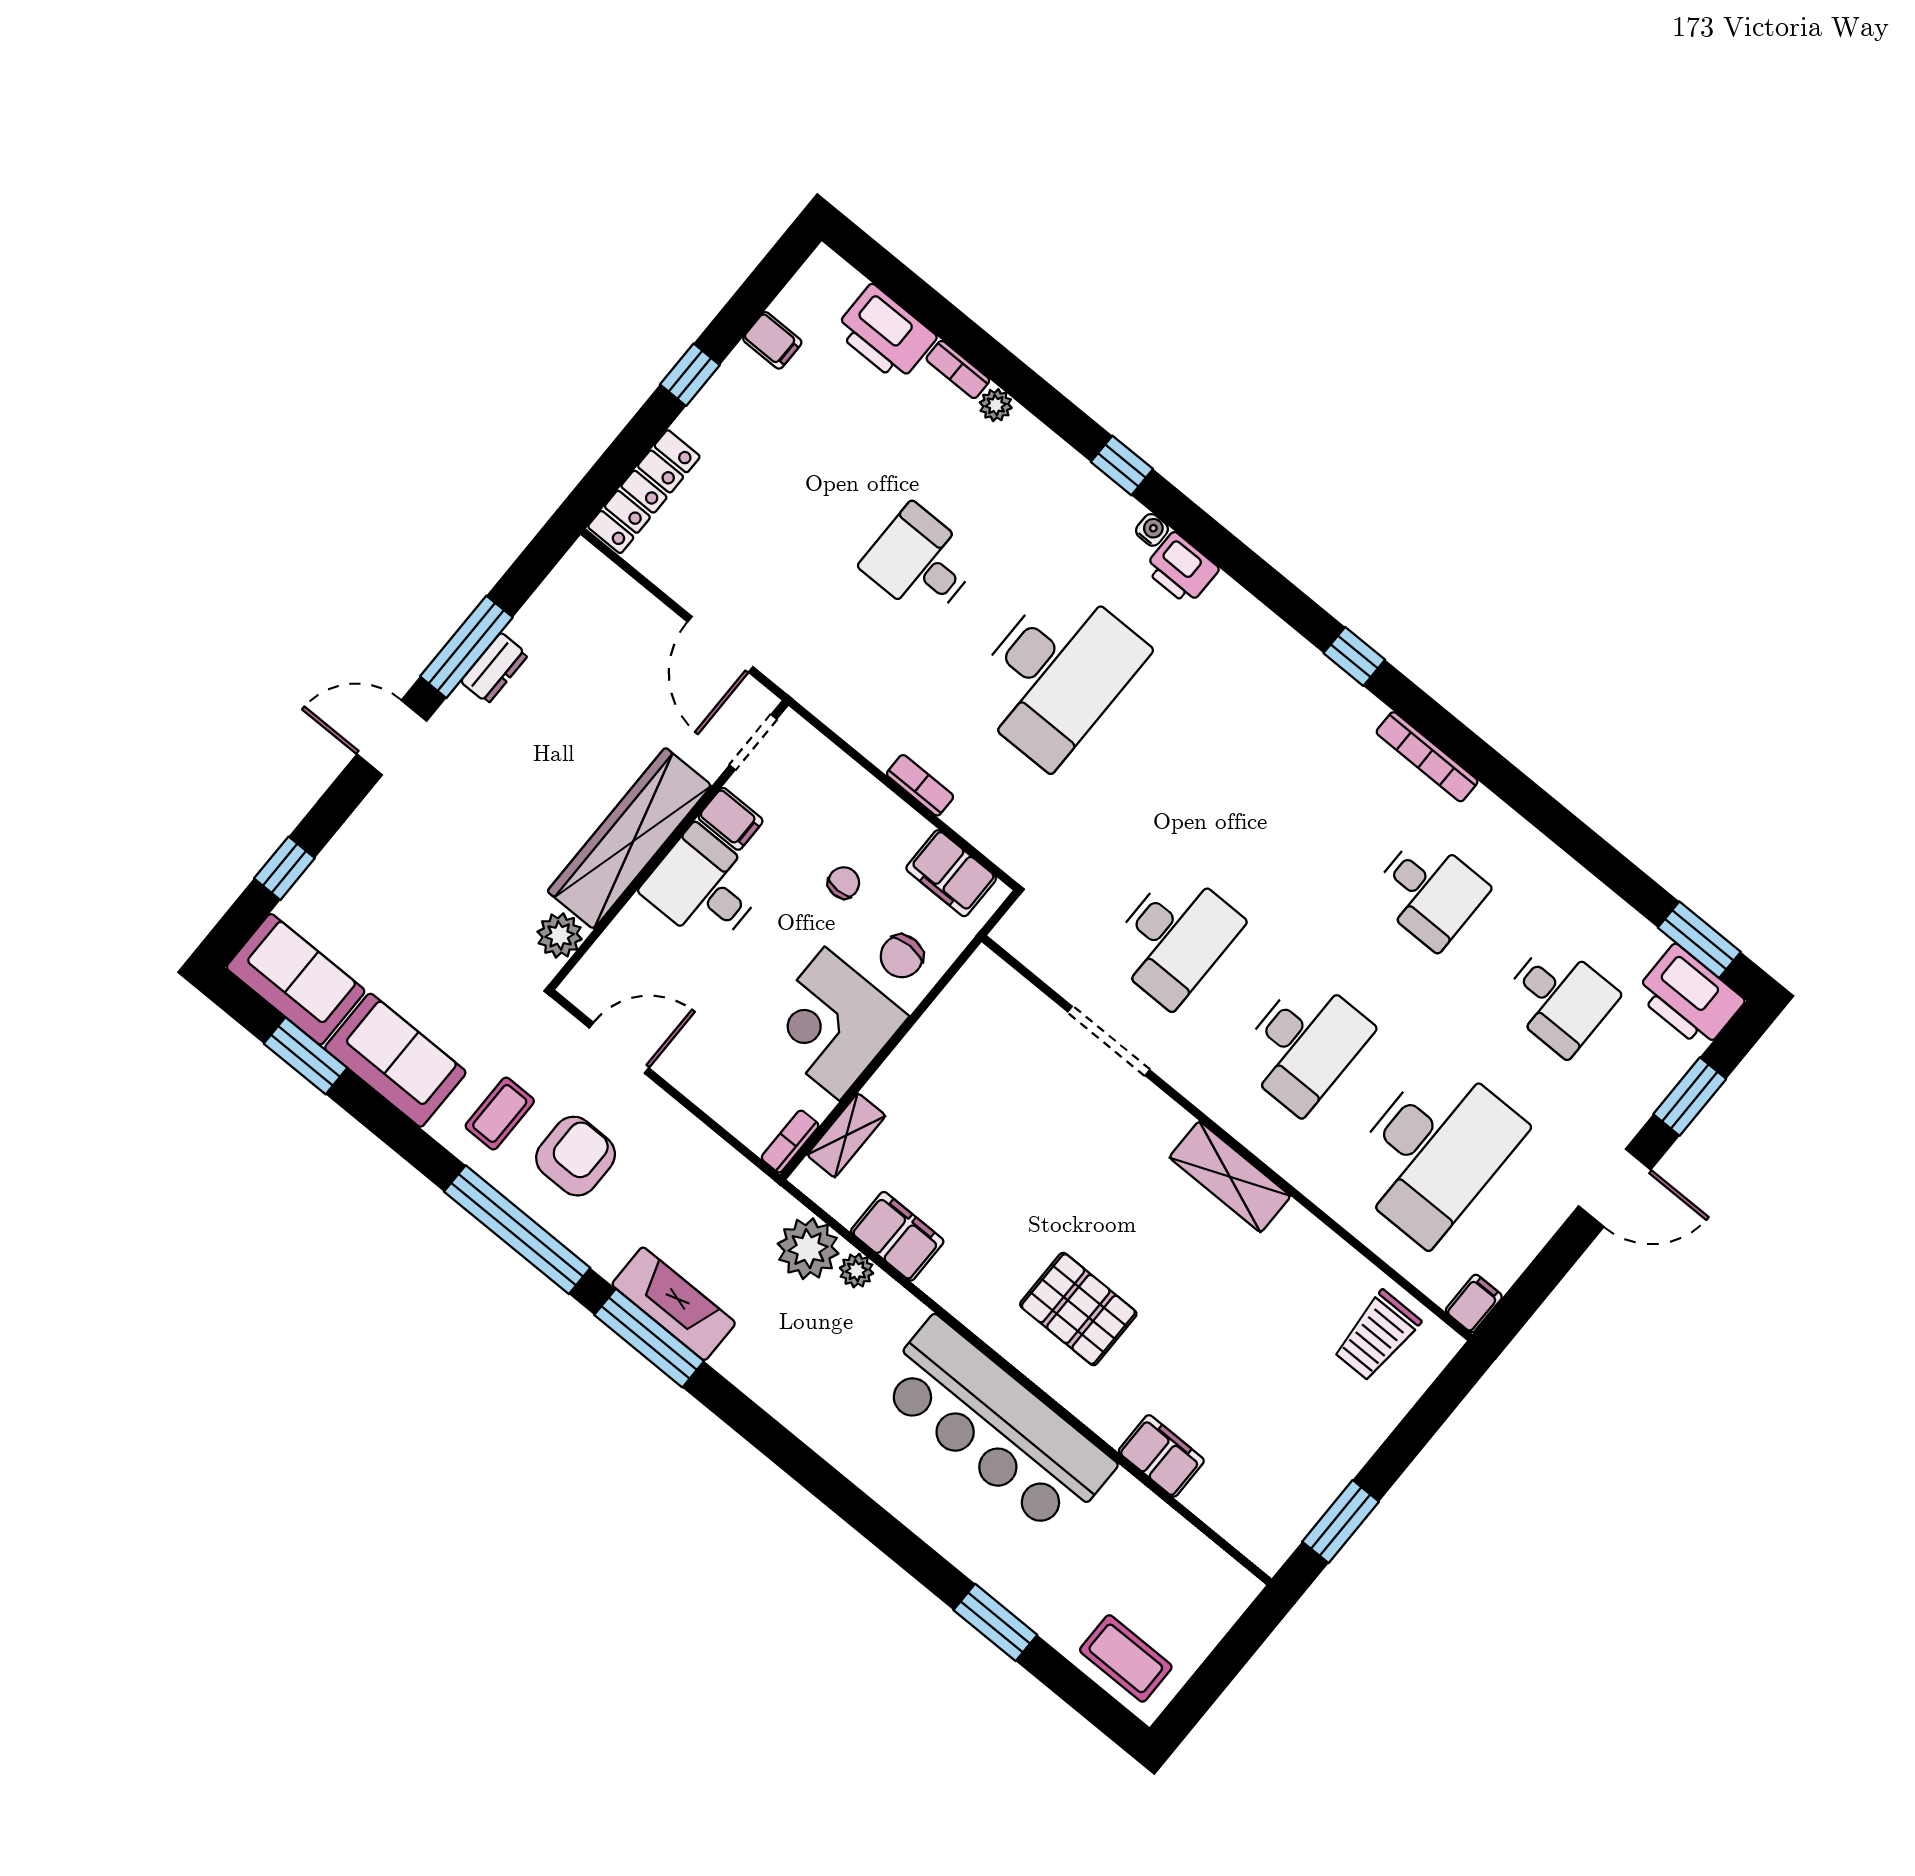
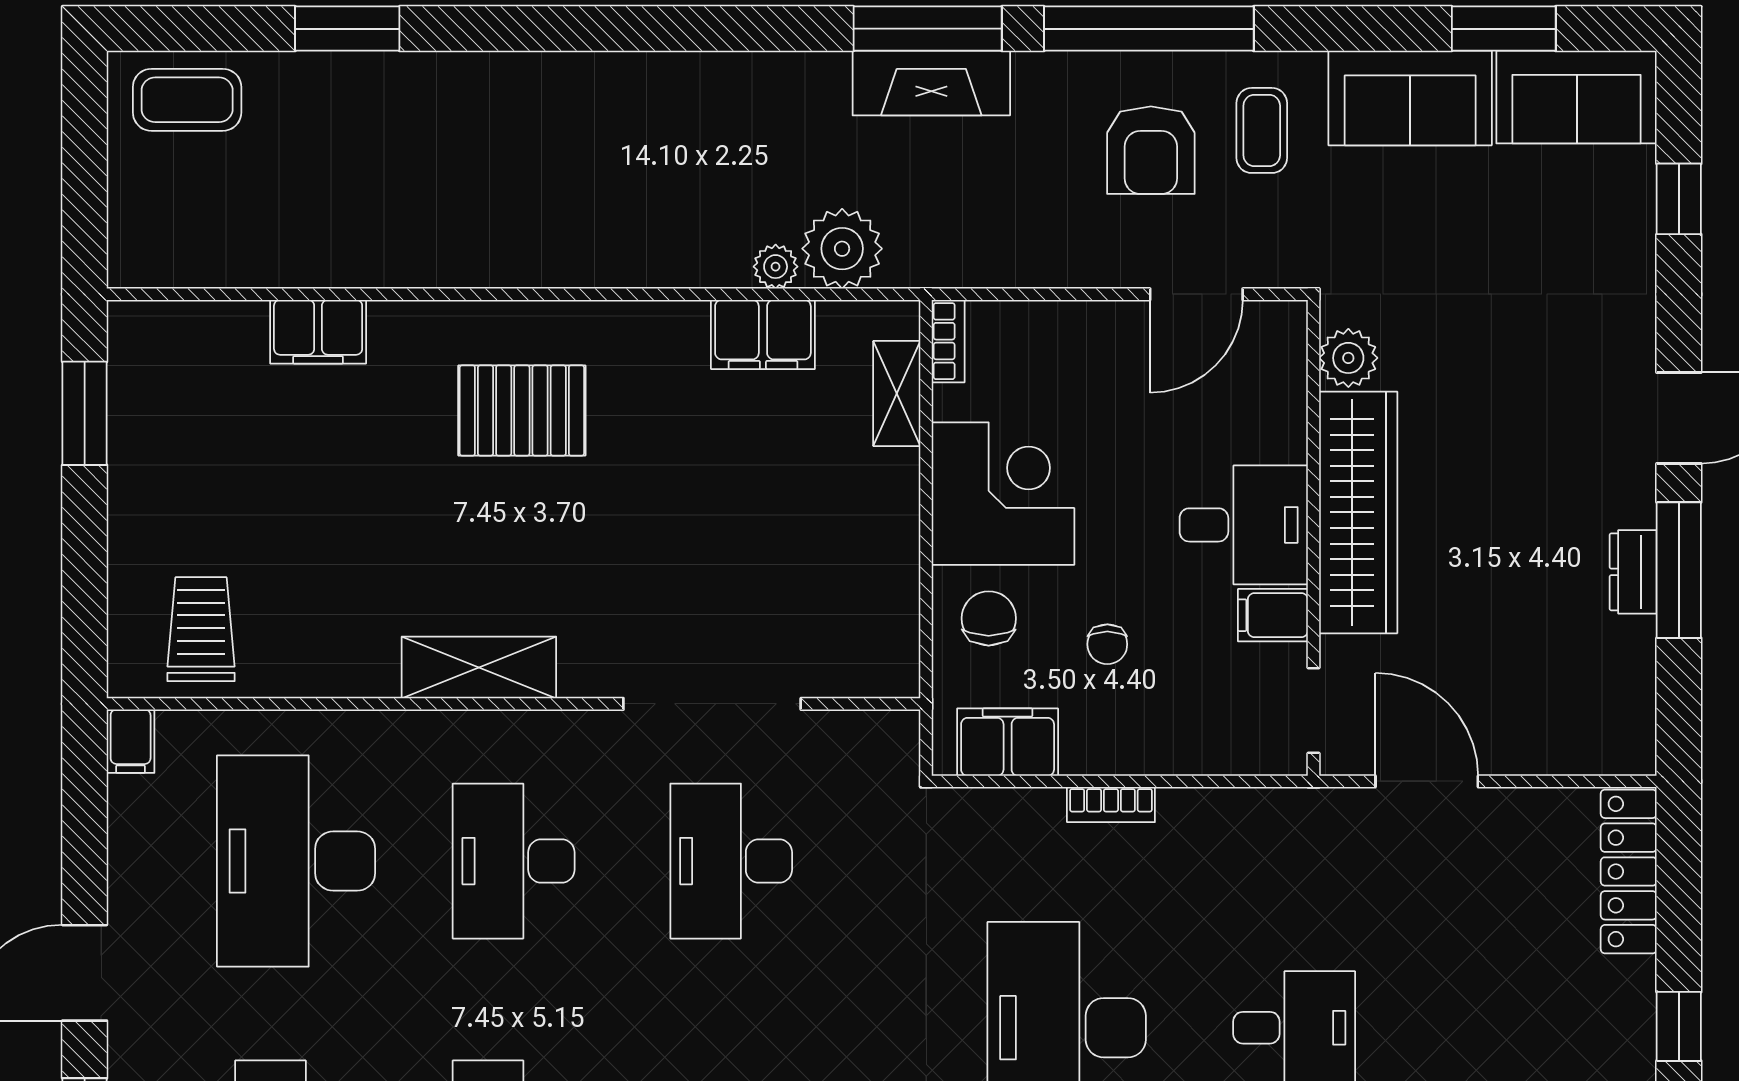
doorway: (1109, 1041) -> (712, 704), width x1.36
bar counter: (996, 1426) -> (508, 225), removed

